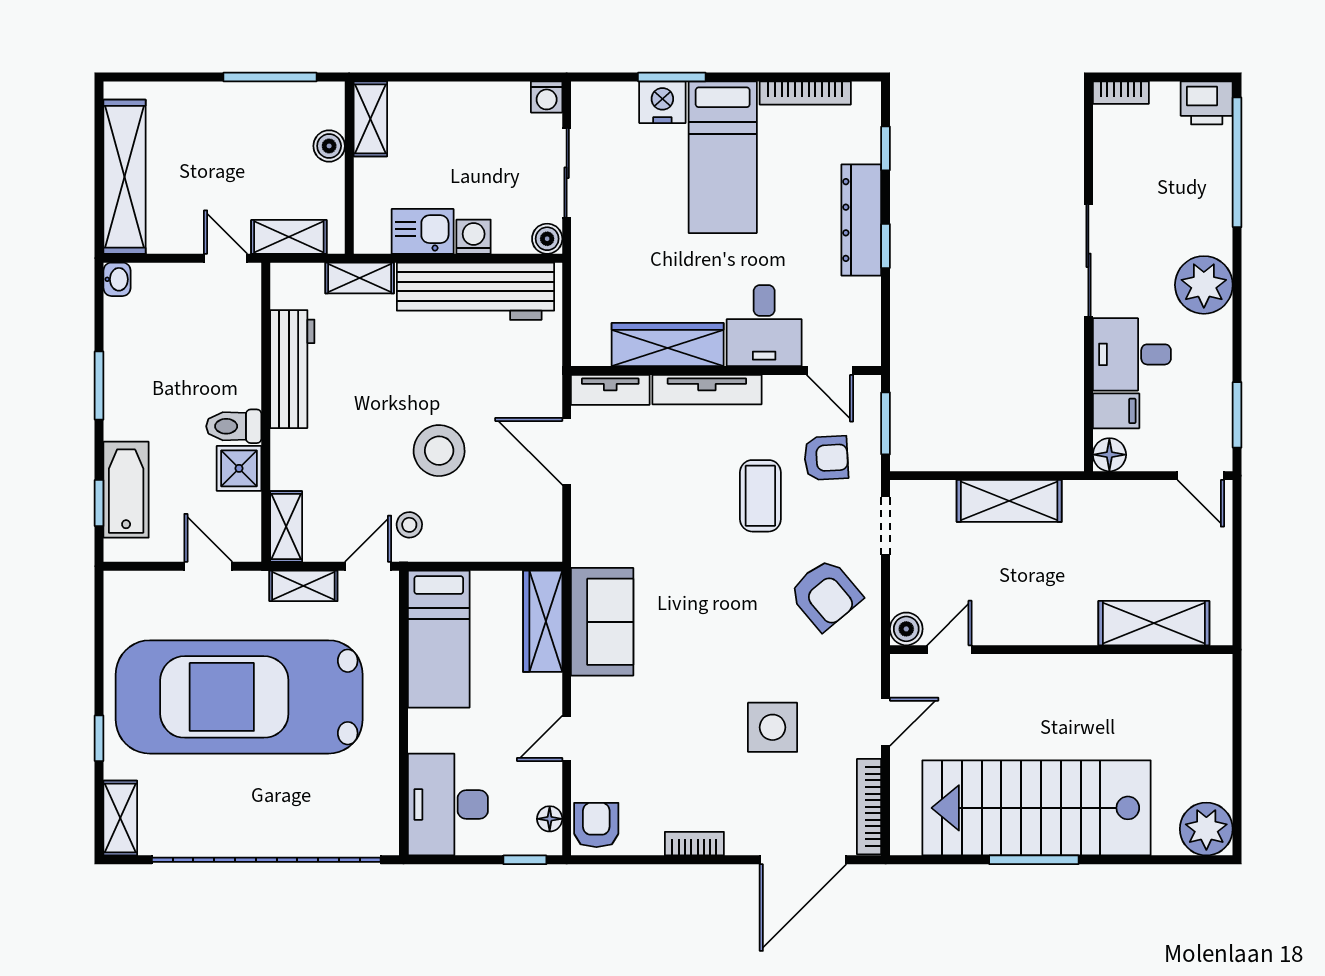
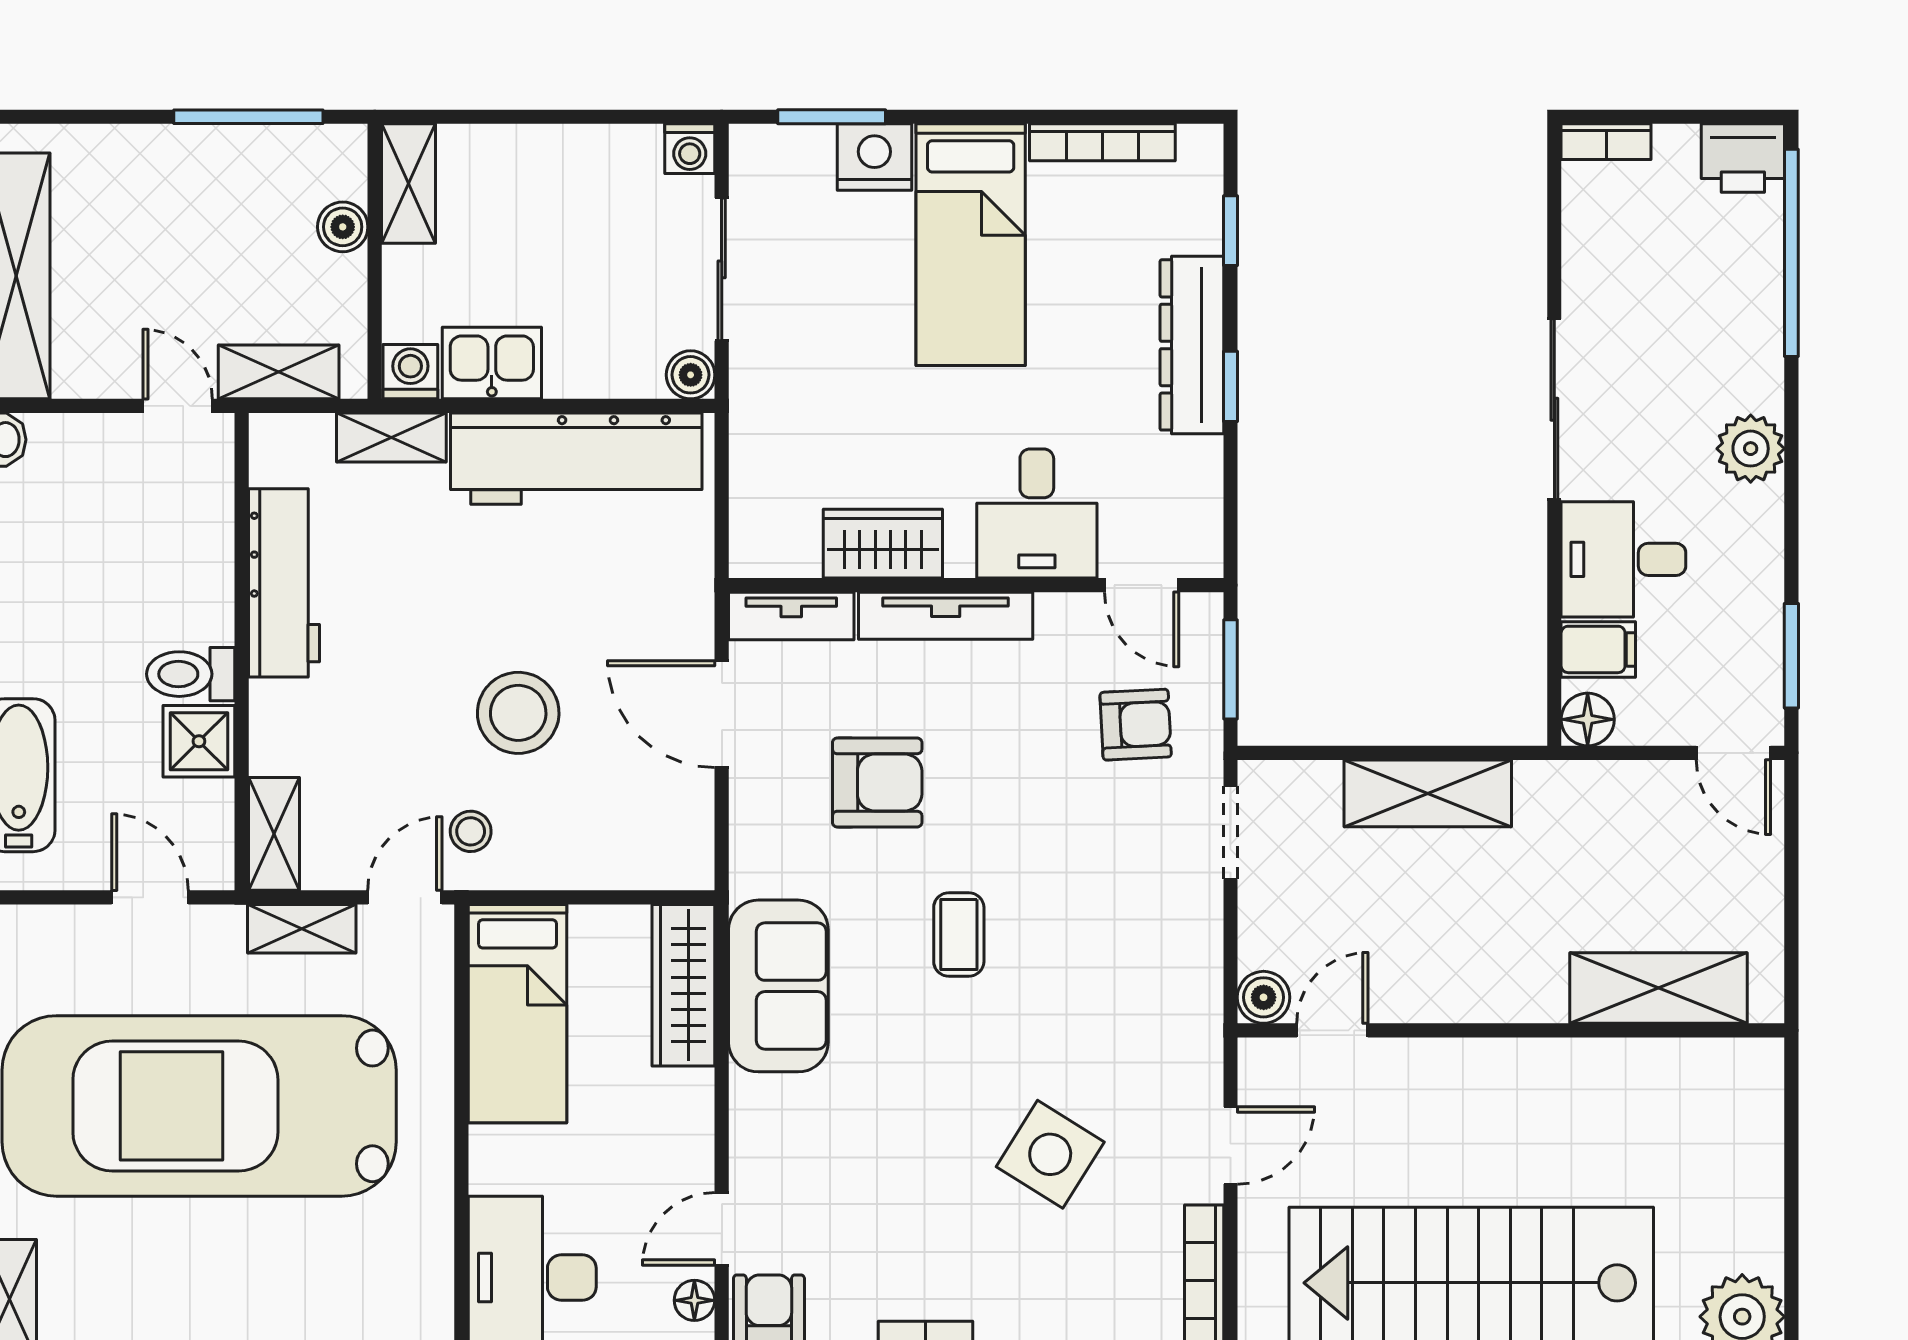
window: (672, 77) -> (832, 117), moved
washing machine: (474, 237) -> (410, 372), moved
plant: (1204, 285) -> (1751, 449), width x0.73, depth x0.73
wardrobe: (668, 345) -> (883, 544), width x0.67
coffee table: (760, 496) -> (959, 935), moved, width x0.73, depth x0.77
armchair: (825, 594) -> (877, 783), moved, turned -50
side table: (773, 727) -> (1050, 1154), turned 32
door: (567, 738) -> (722, 1229), moved

